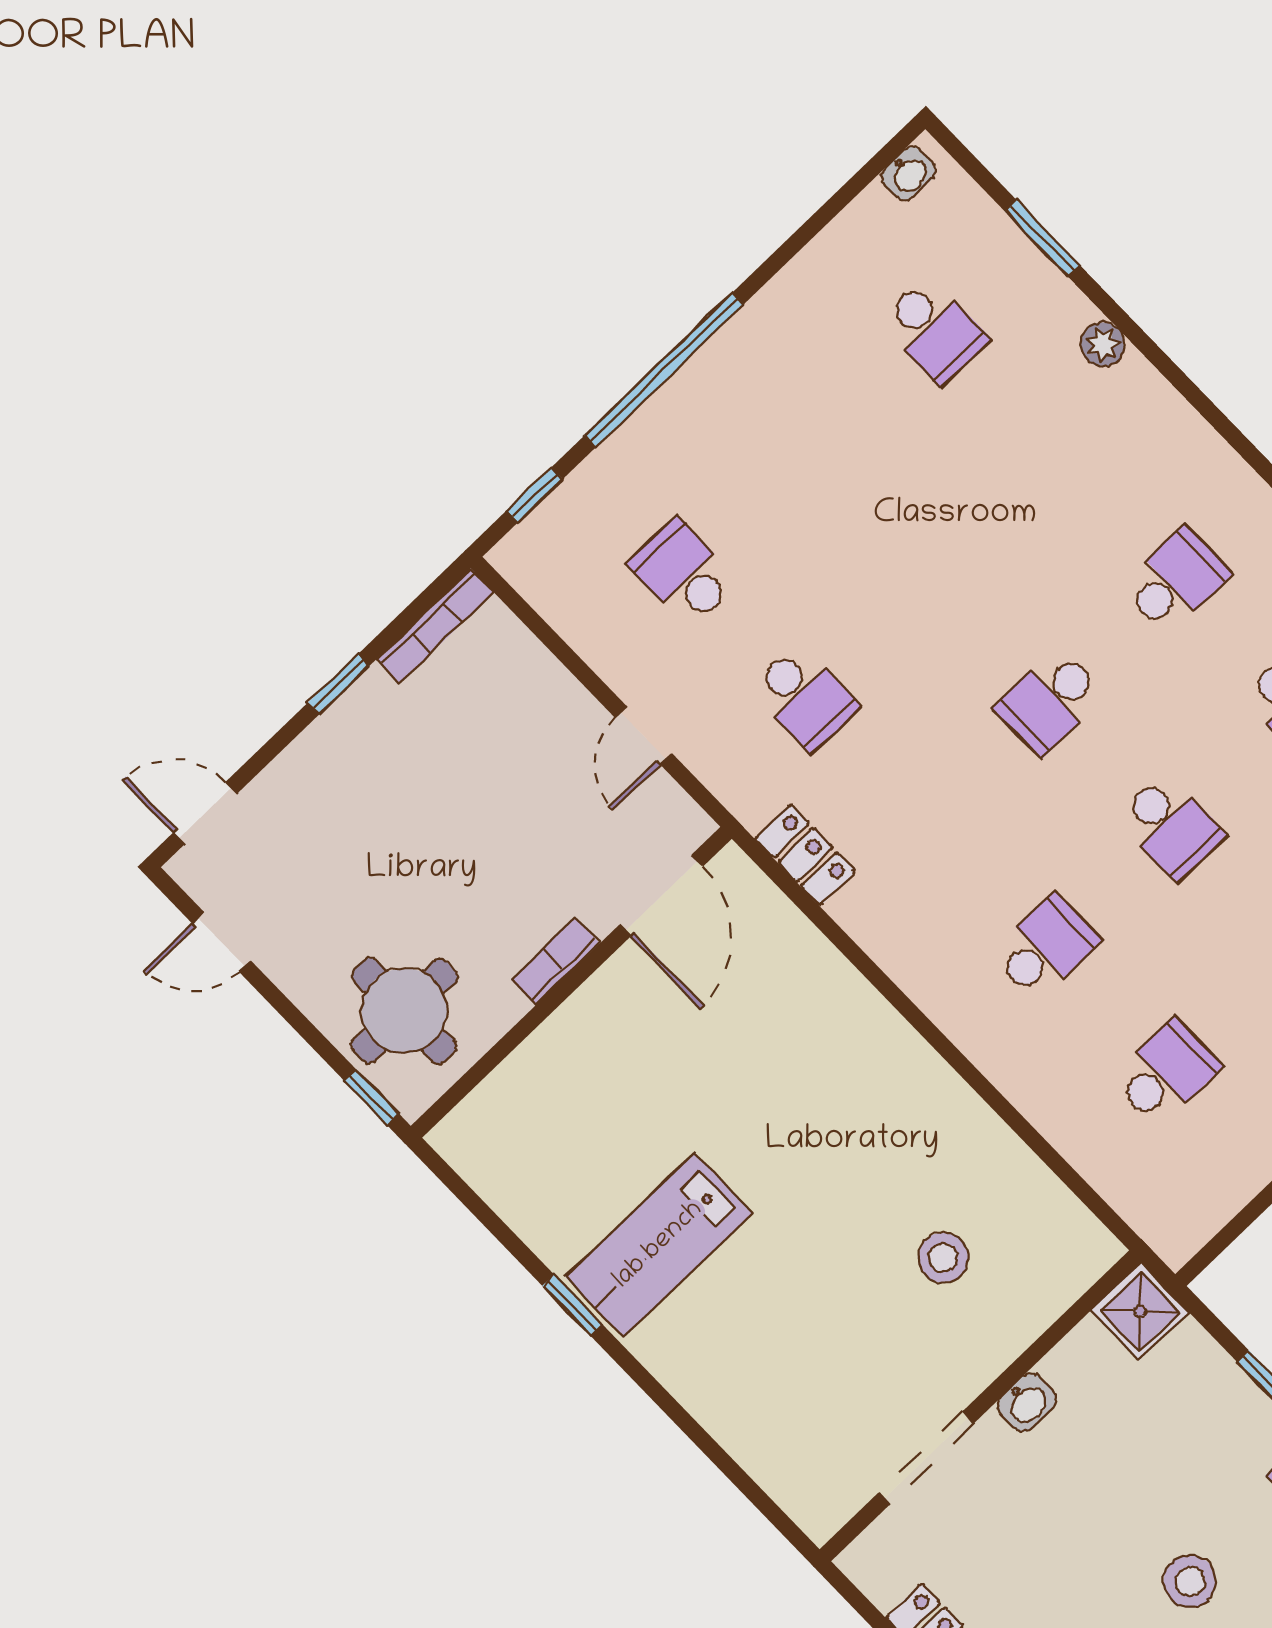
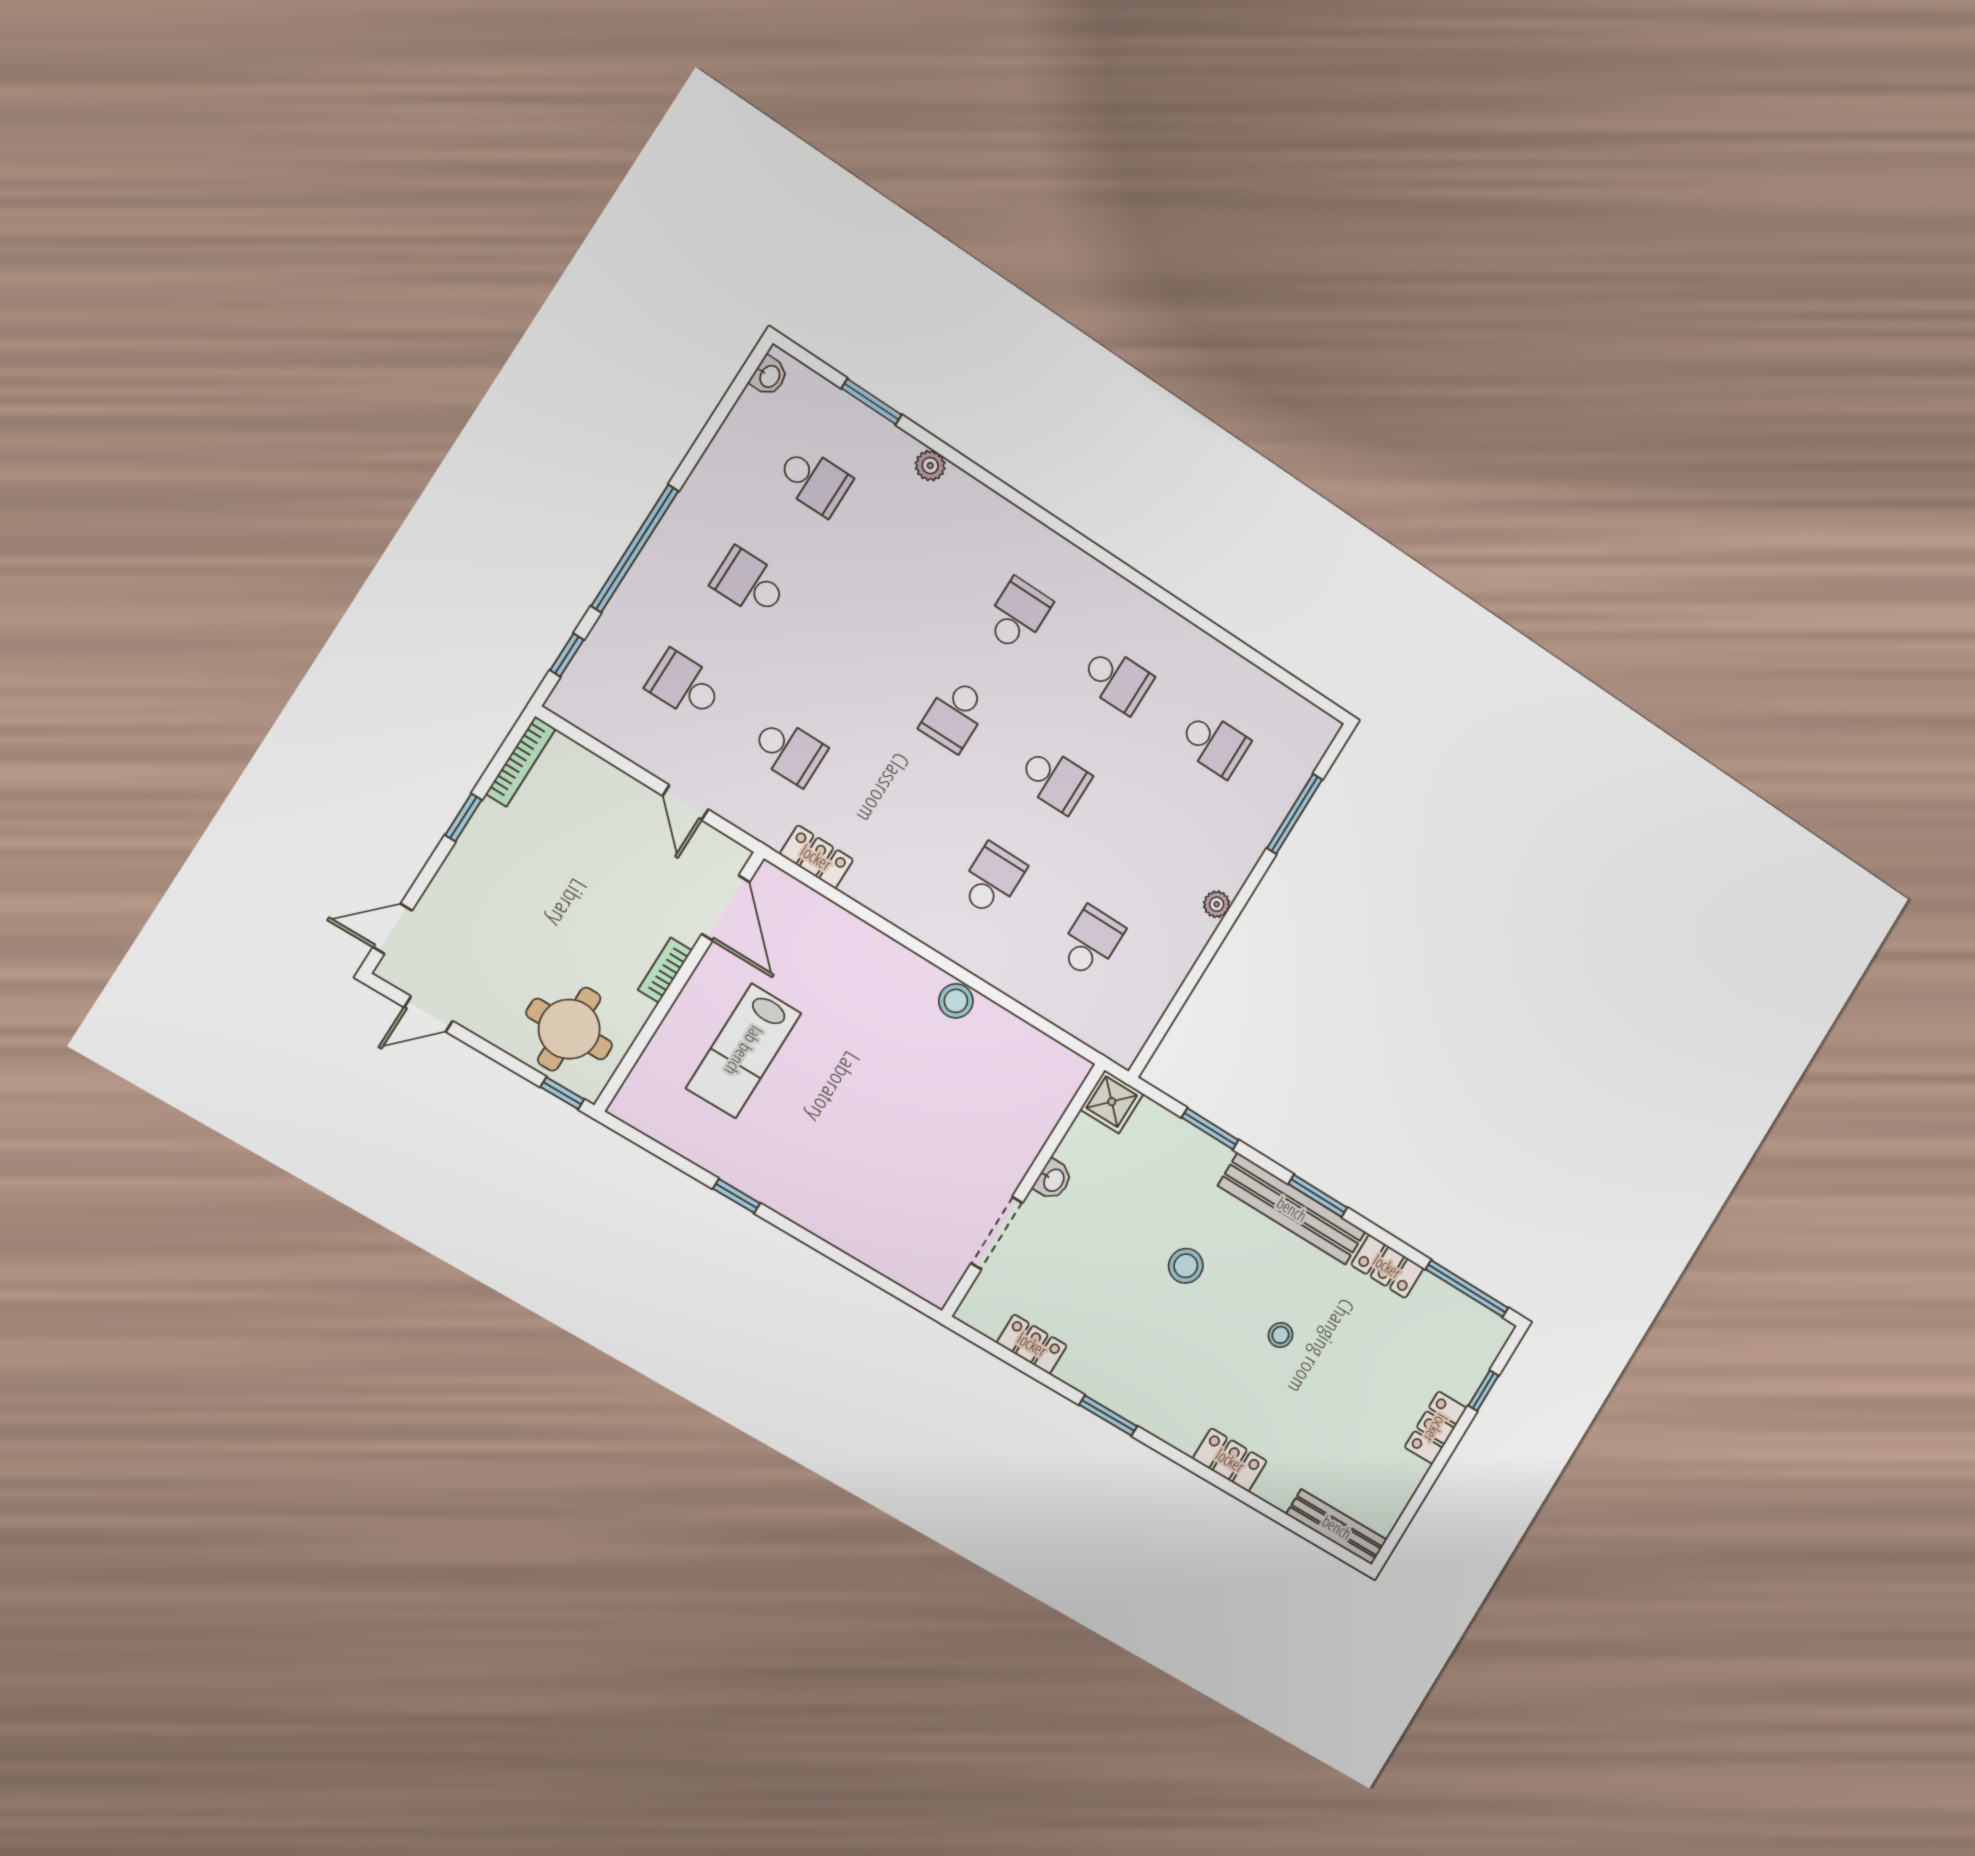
school desk: (809, 452) -> (749, 583), added
lab bench: (659, 1245) -> (744, 1051), moved
stool: (943, 1258) -> (956, 1001), moved

